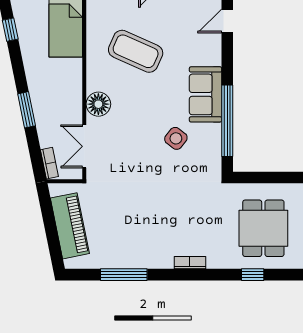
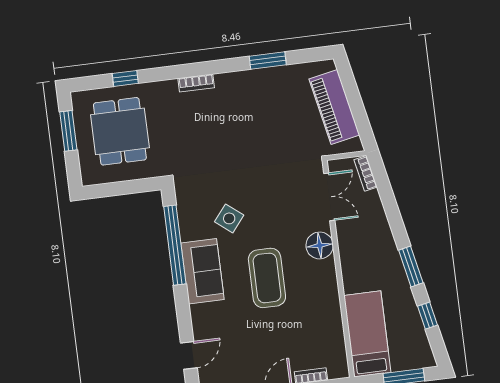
coffee table: (136, 51) -> (267, 278), moved, turned 66
window: (27, 110) -> (411, 266), moved
window: (124, 275) -> (268, 60), width x0.69

